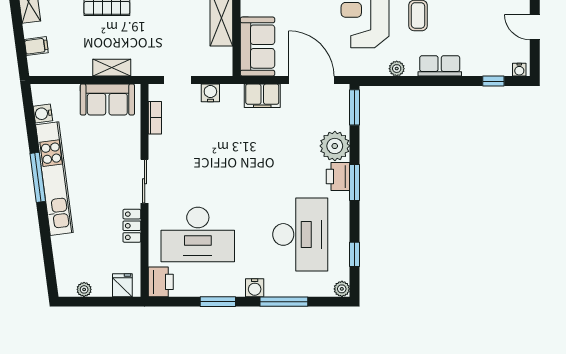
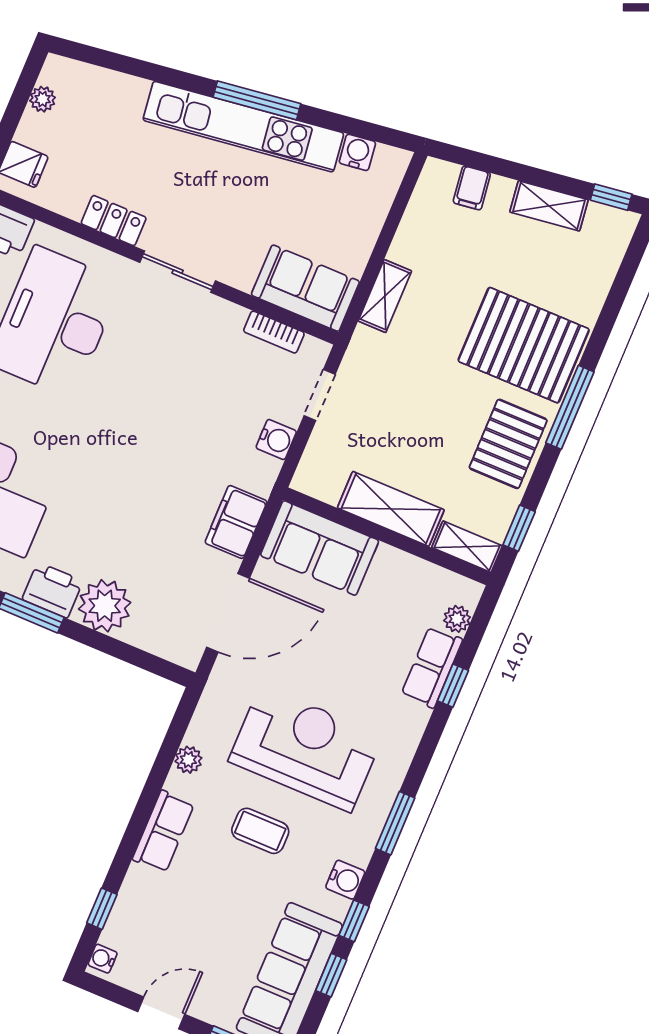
sofa: (107, 100) -> (305, 288), moved, turned 90
window: (355, 107) -> (154, 664), removed

